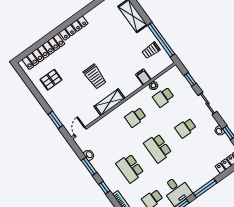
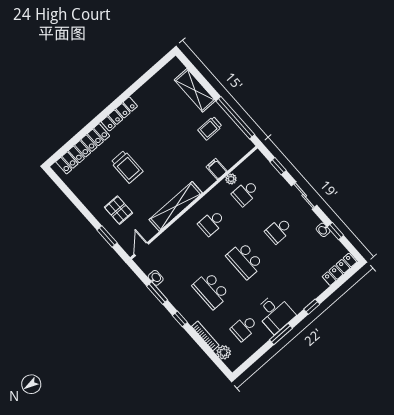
trolley: (151, 50) -> (210, 128), moved
trolley: (95, 77) -> (127, 167), moved
pallet: (51, 80) -> (118, 210), moved, turned 90
shelving: (109, 102) -> (176, 206), width x1.47
window: (205, 188) -> (312, 307), width x0.46

